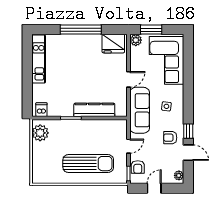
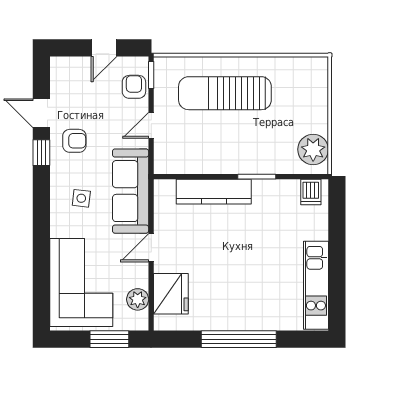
plant: (136, 40) -> (138, 299), moved
fridge: (113, 44) -> (171, 294), moved, turned 90
plant: (179, 175) -> (59, 71), removed

